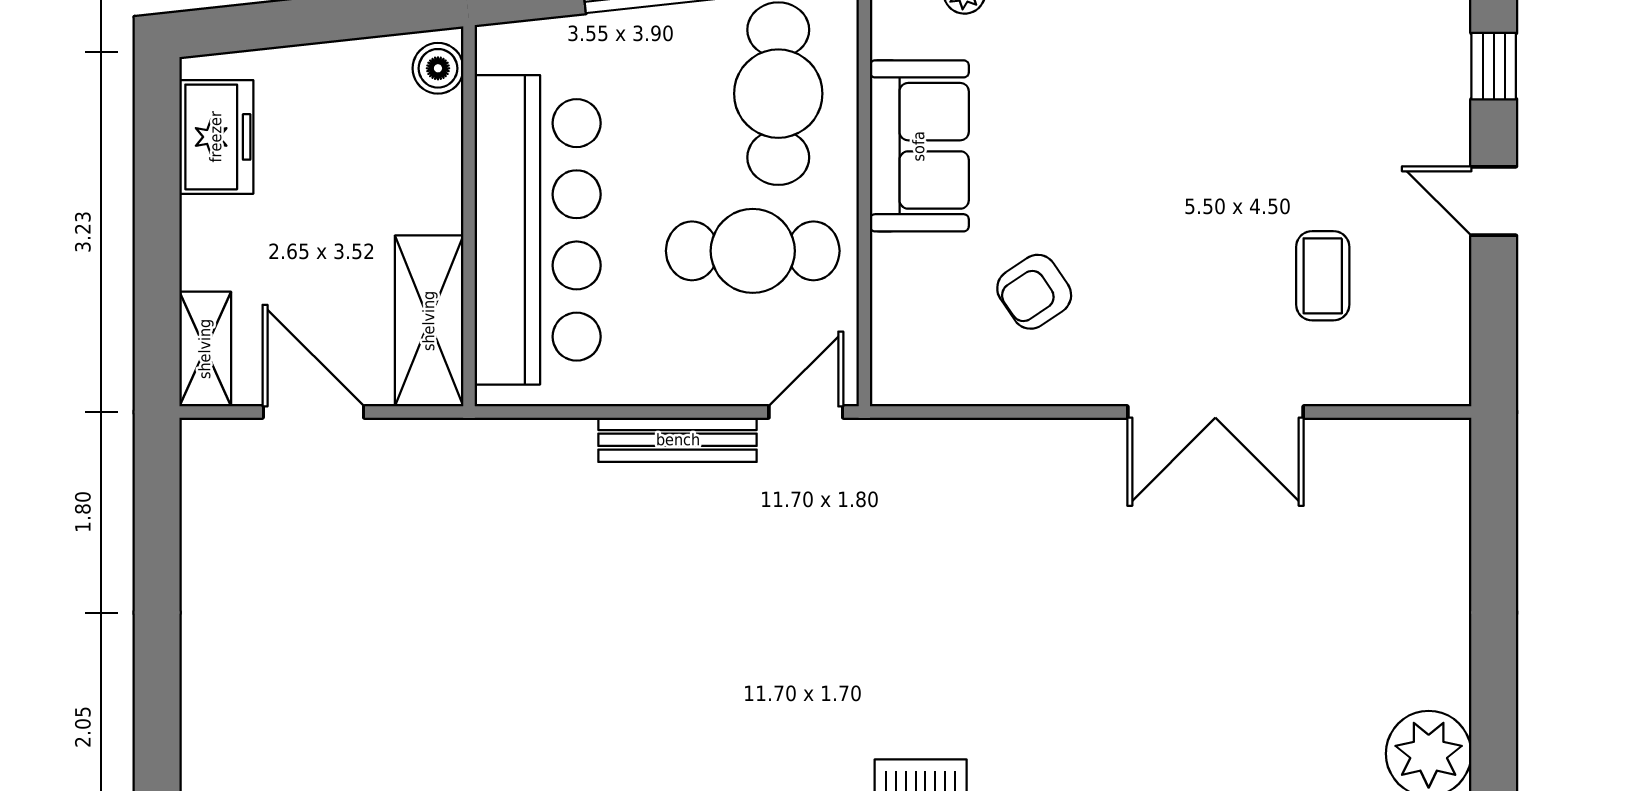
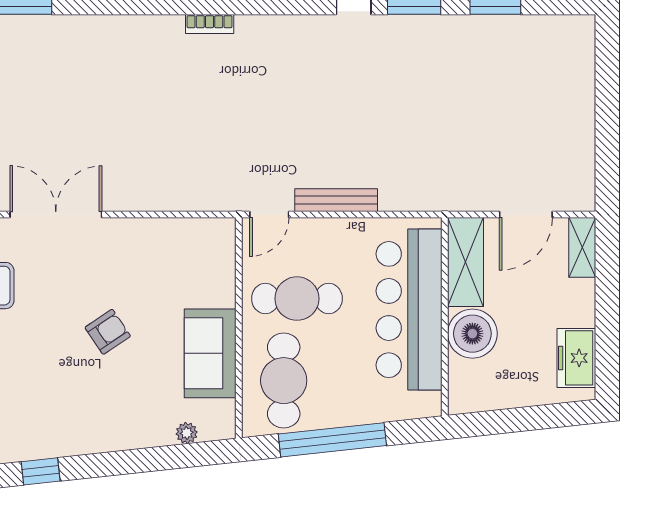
boiler: (438, 68) -> (472, 334), moved, width x1.86, depth x1.86
armchair: (1034, 292) -> (108, 332), moved
door: (313, 412) -> (526, 215), hinge flipped

